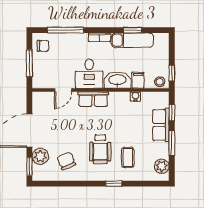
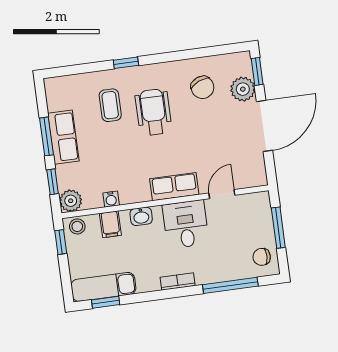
window: (132, 30) -> (106, 302), moved
exam couch: (132, 40) -> (103, 287), moved
washbasin: (117, 80) -> (141, 216), width x0.52, depth x0.69
row of seats: (161, 125) -> (63, 137), moved
plant: (162, 166) -> (71, 201), moved

